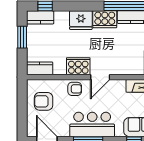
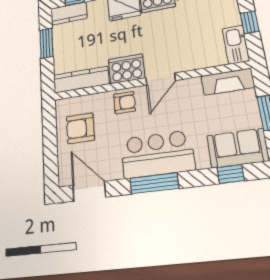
kitchen counter: (40, 68) -> (81, 80), width x1.50

